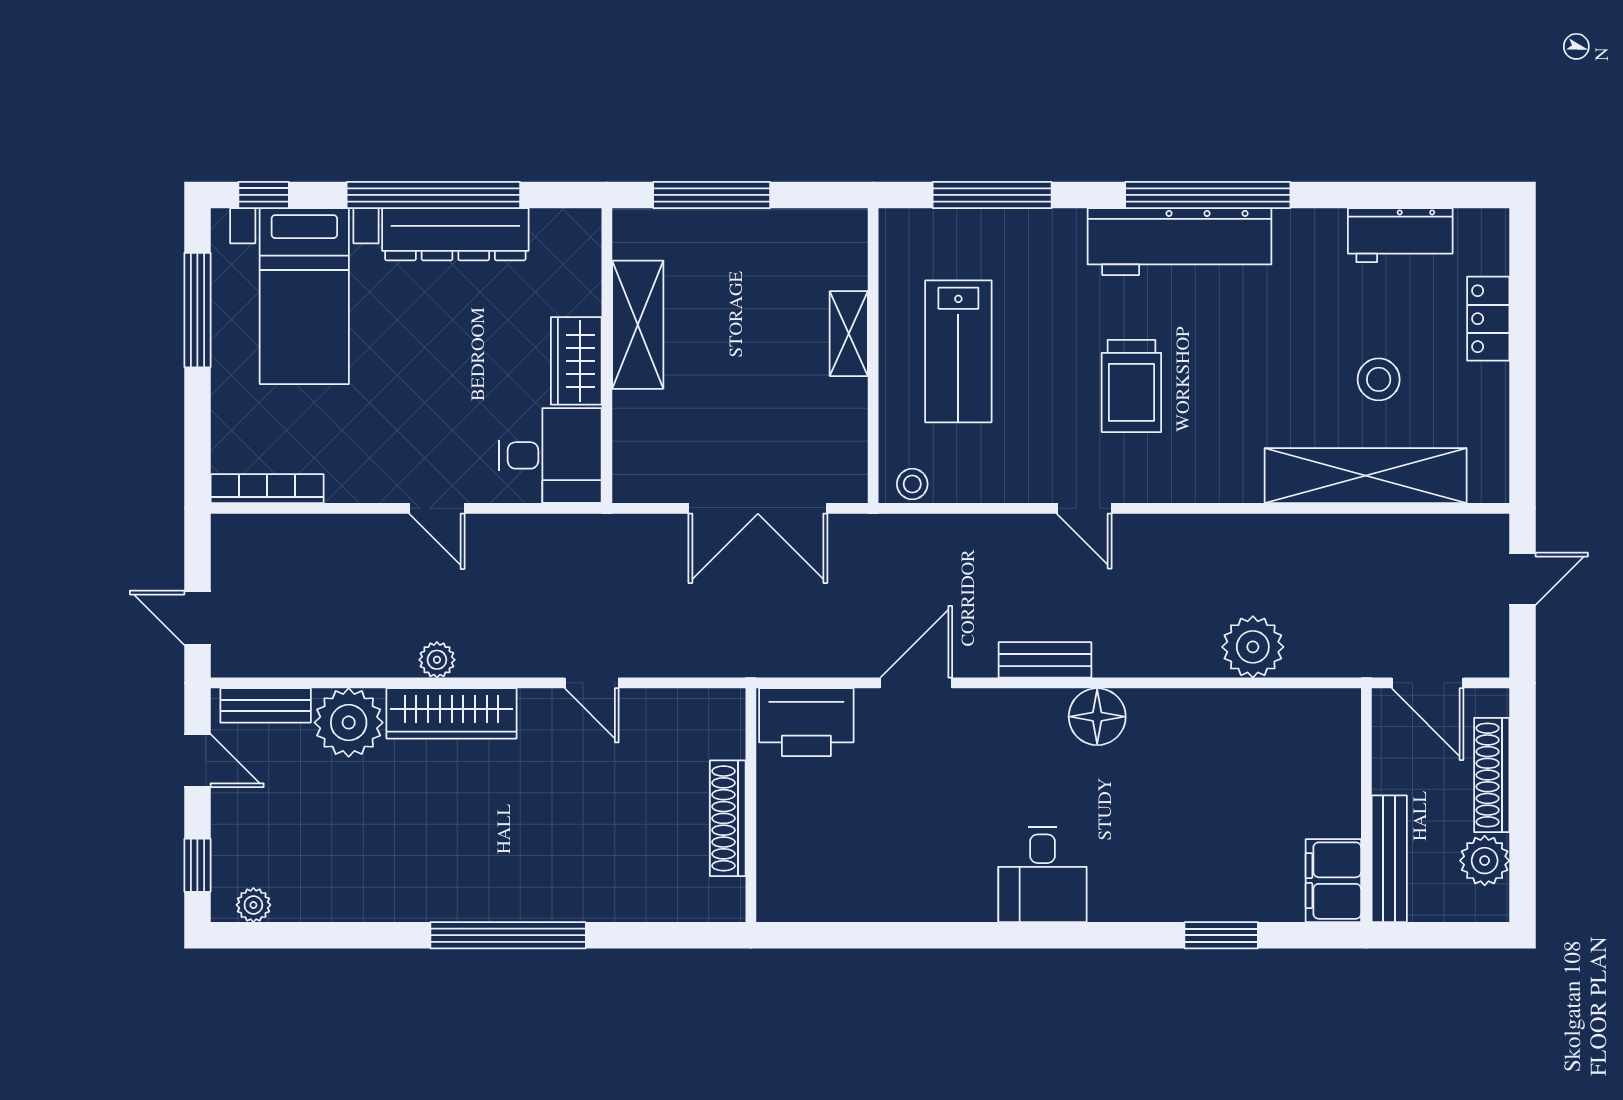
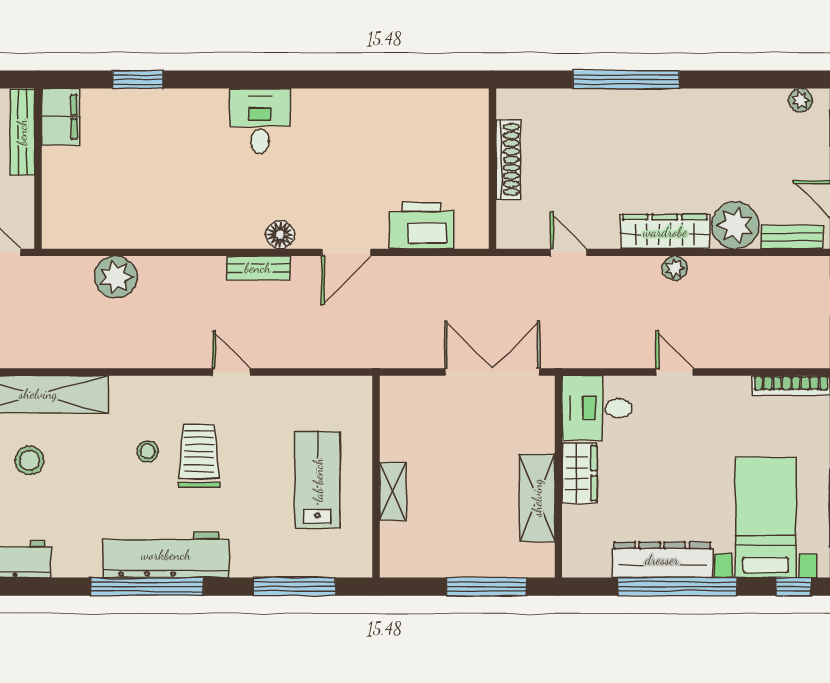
stool: (912, 484) -> (147, 451), moved
double door: (758, 508) -> (492, 372), moved
floor lamp: (1097, 717) -> (280, 235), moved, width x0.73, depth x0.73
wall: (751, 805) -> (493, 169), moved
shoe rack: (728, 818) -> (508, 160), moved

